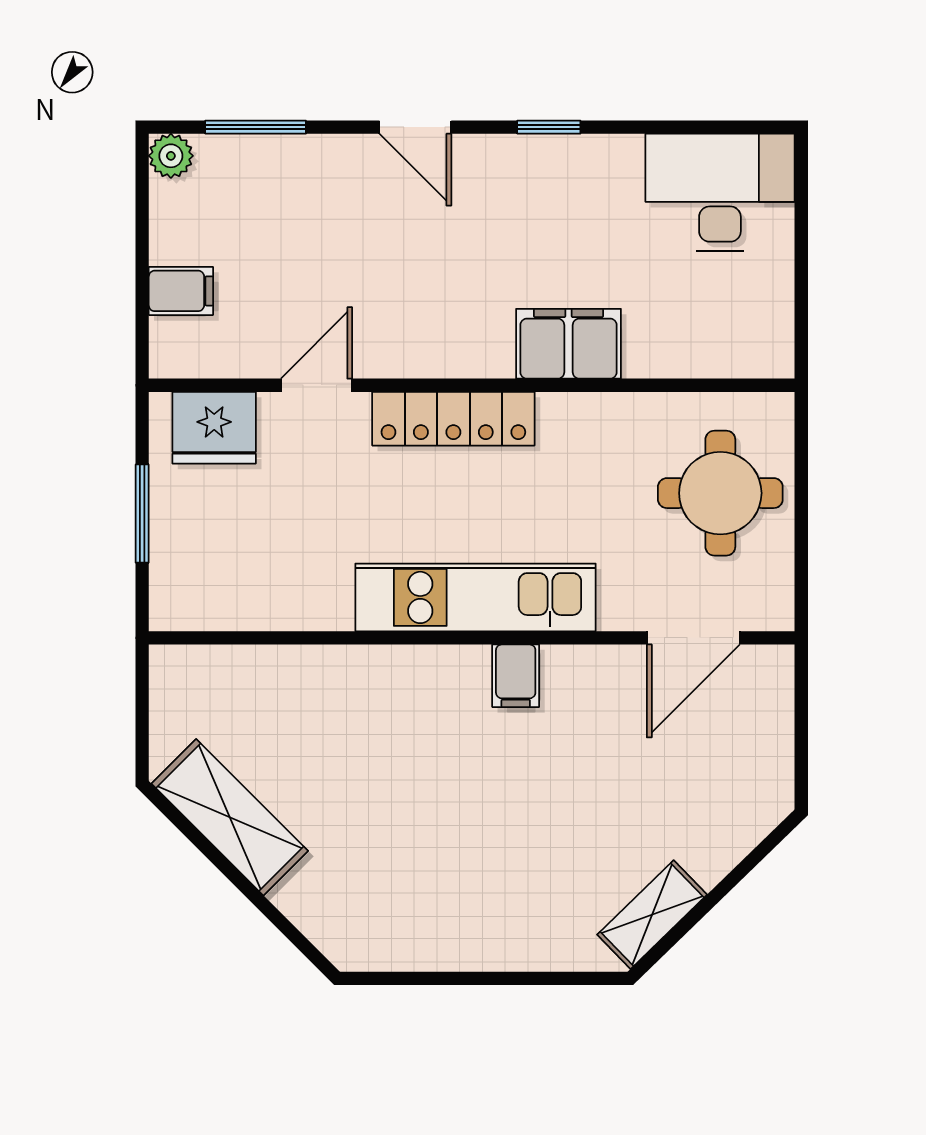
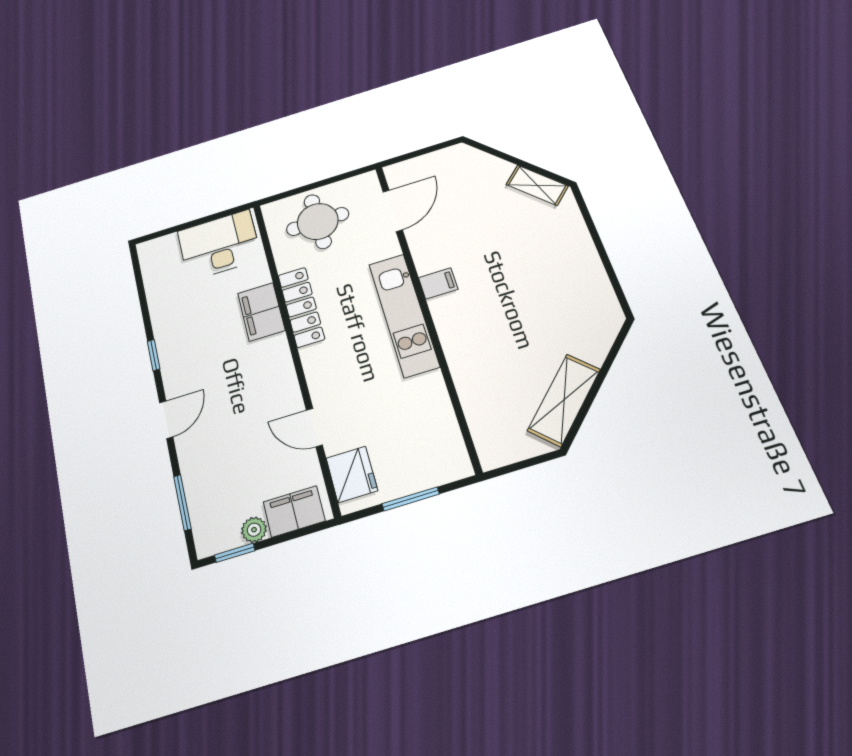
plant: (171, 156) -> (254, 530), moved
desk: (720, 192) -> (219, 245), moved, turned 90
window: (142, 199) -> (235, 553), added
filing cabinet: (181, 291) -> (294, 511), width x2.00
locker: (453, 419) -> (301, 307), moved
door: (693, 638) -> (393, 211), hinge flipped

